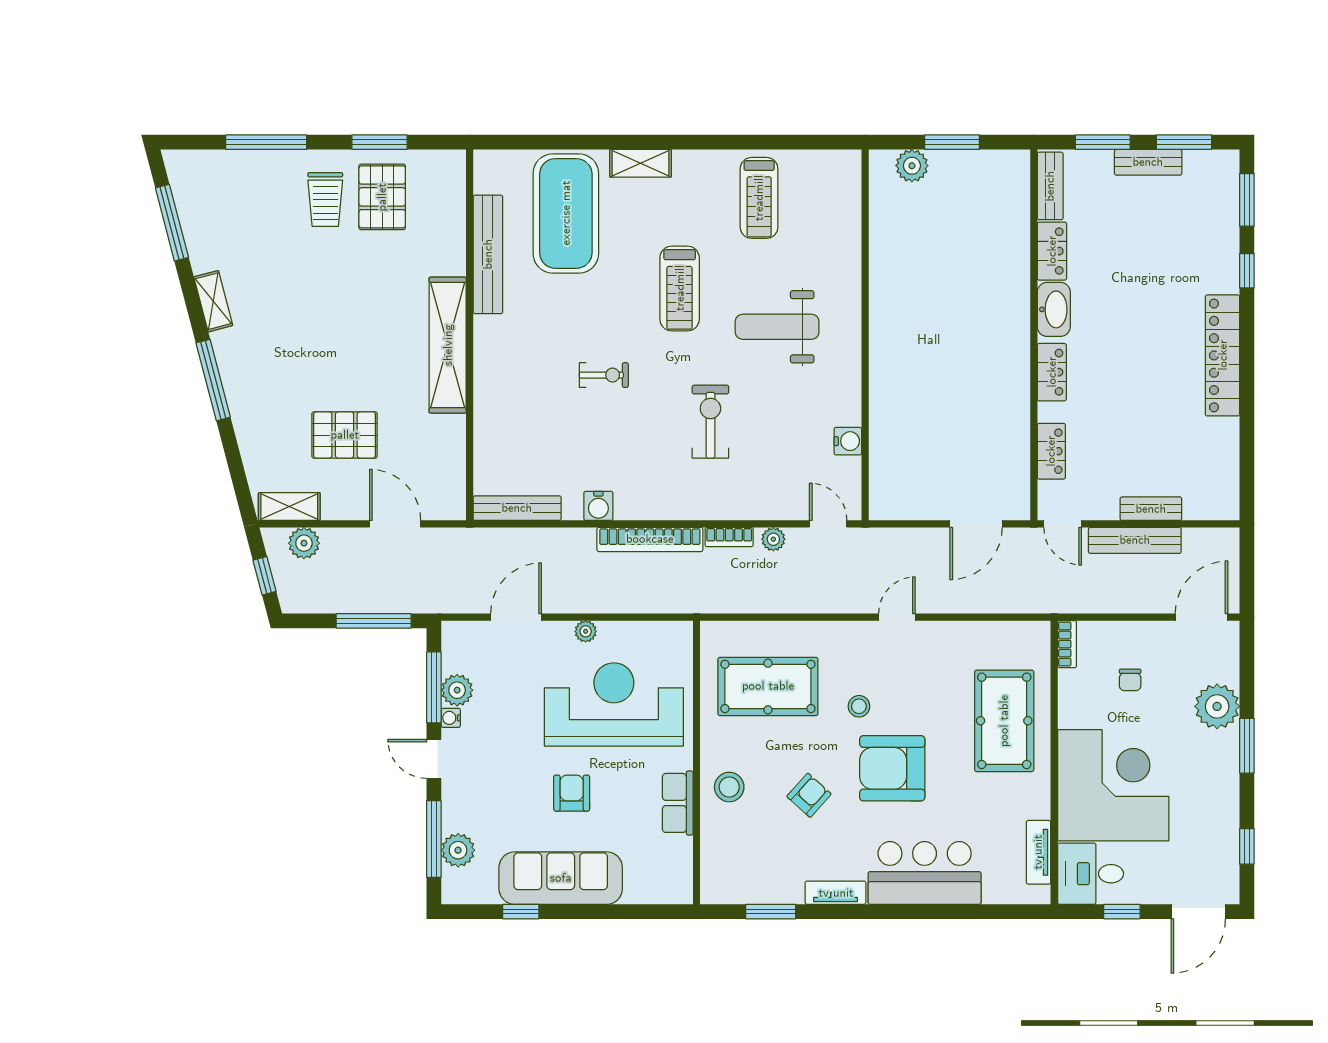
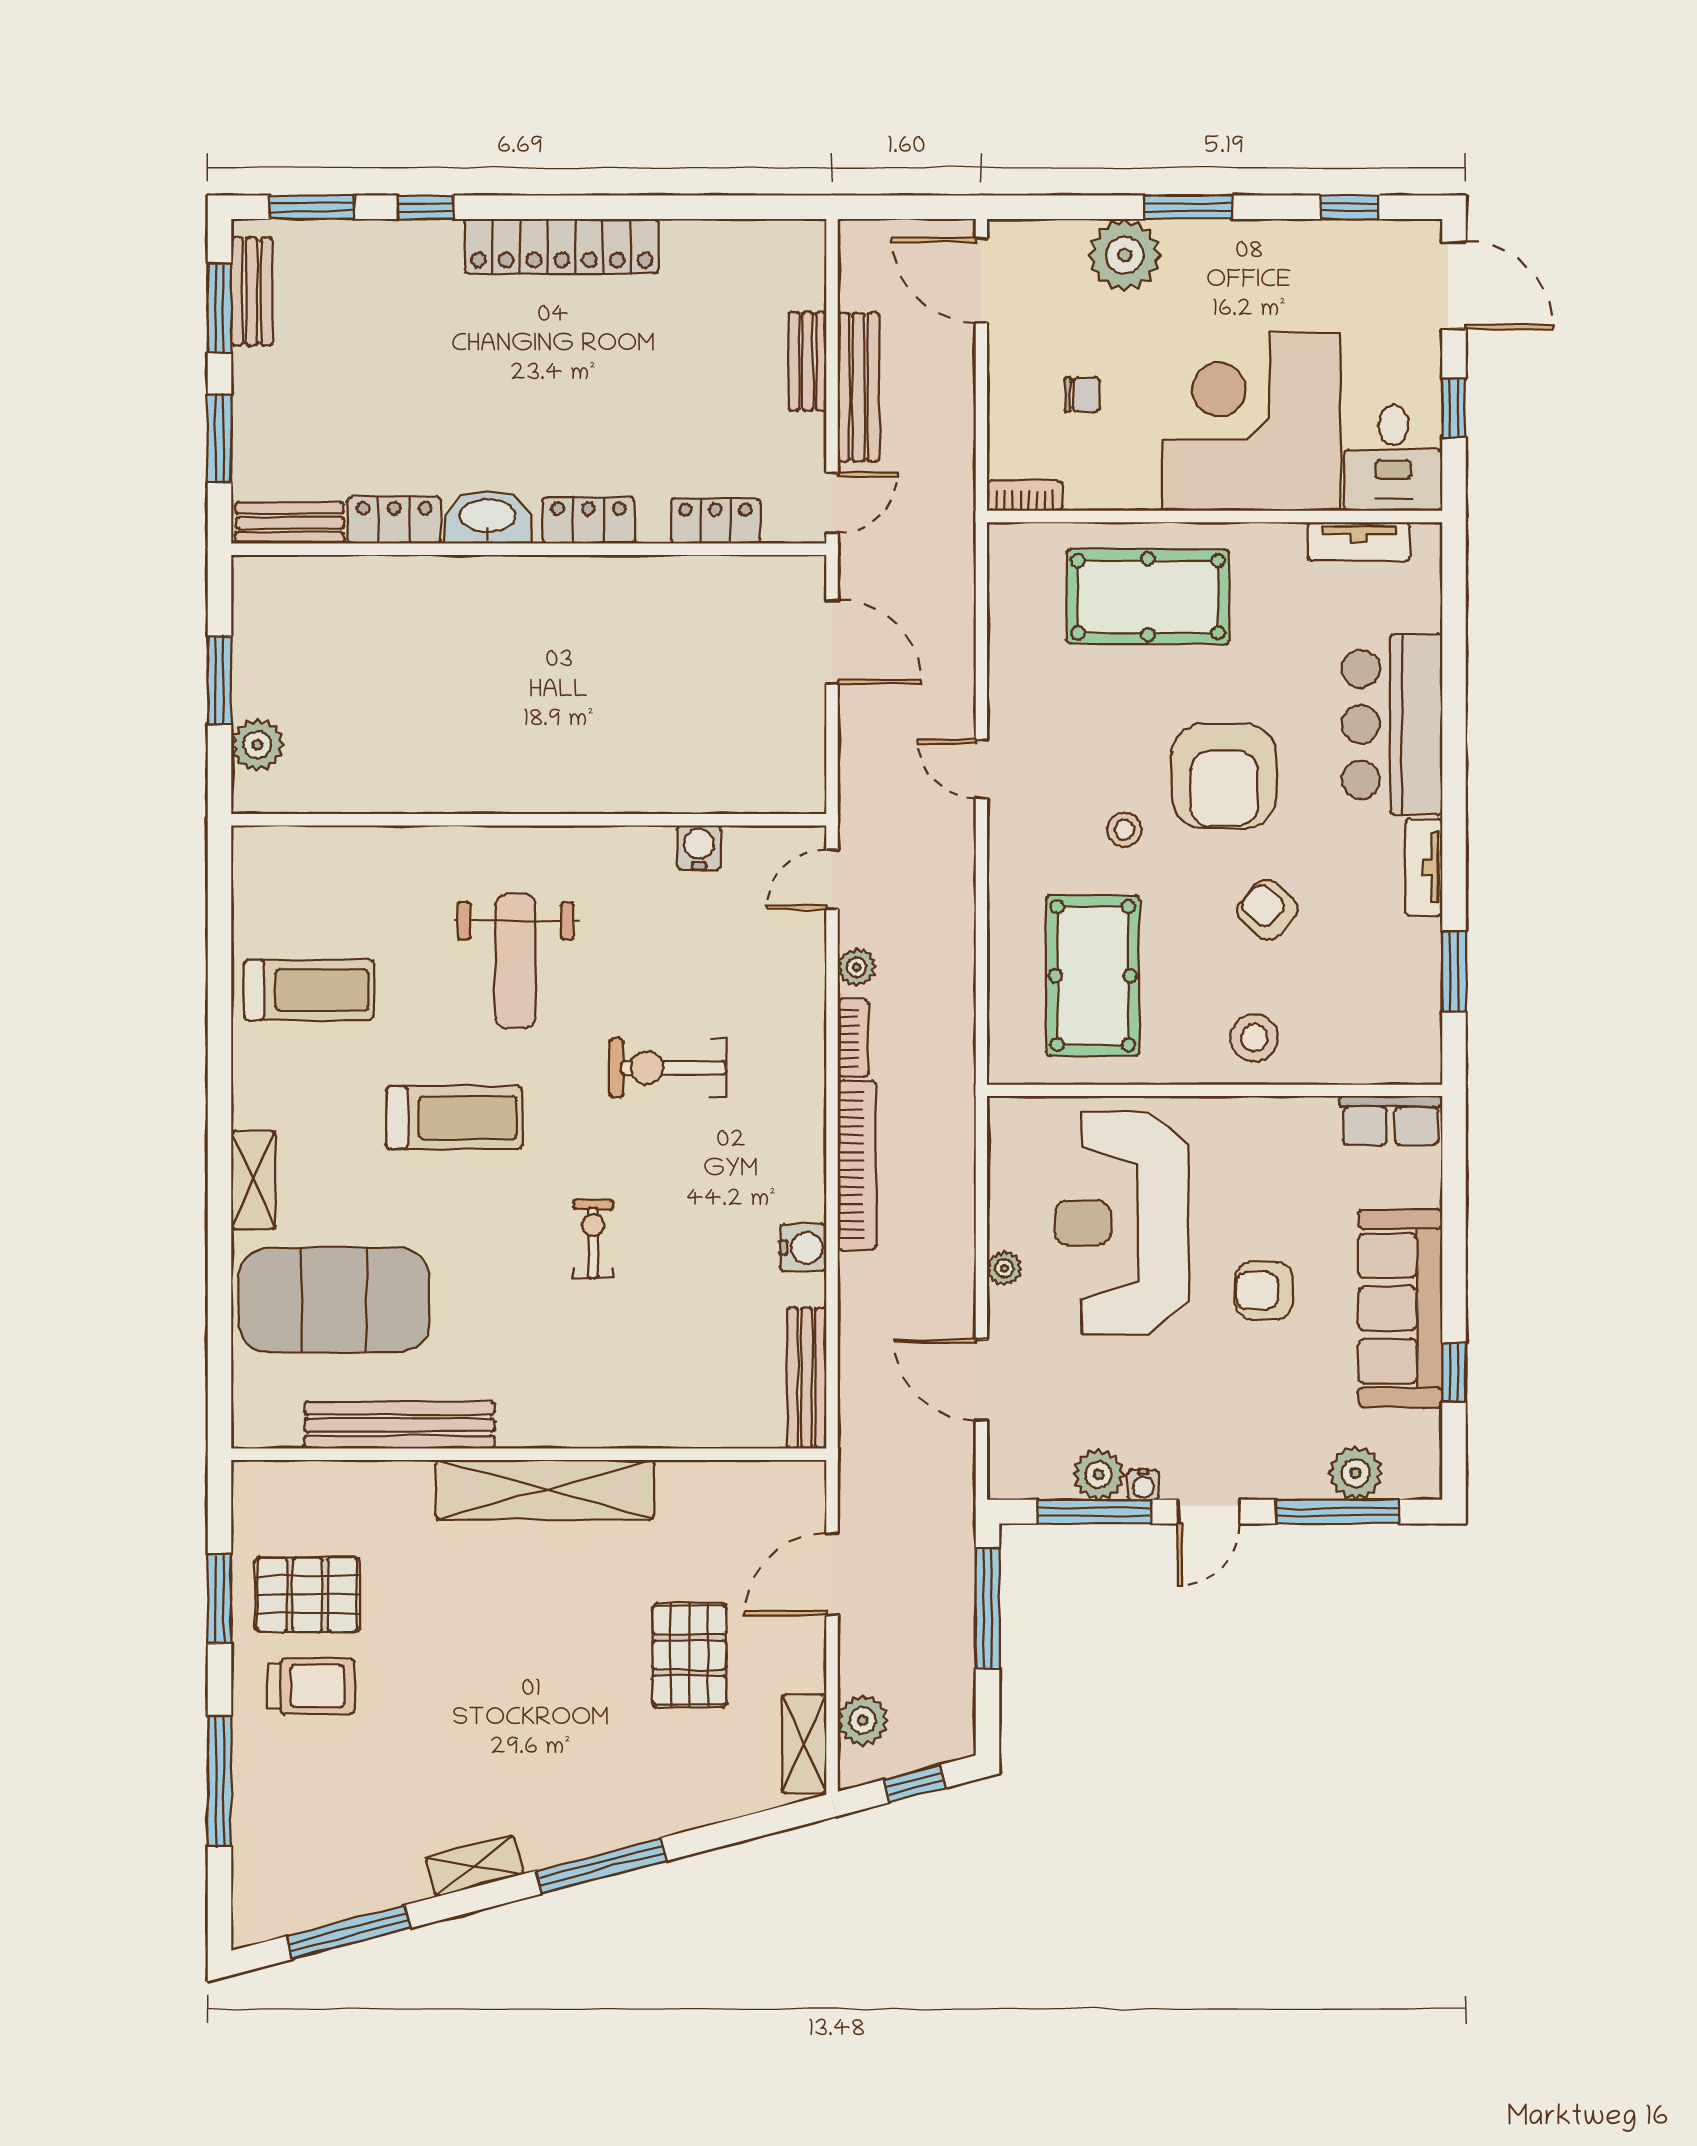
bench: (1148, 162) -> (252, 291), moved
row of seats: (678, 803) -> (1391, 1121), moved

